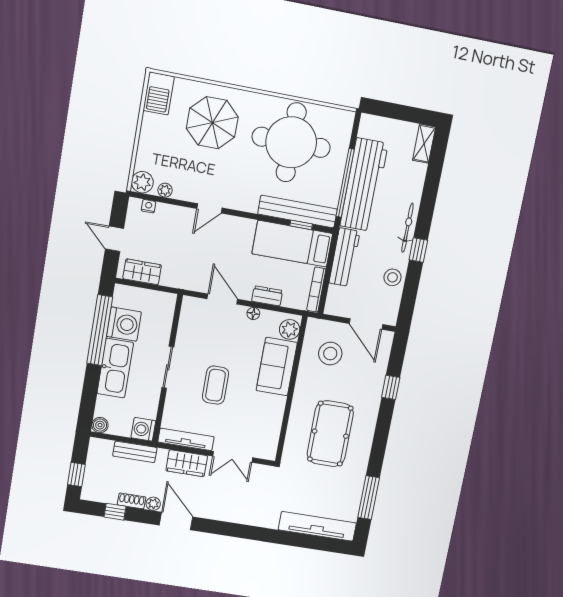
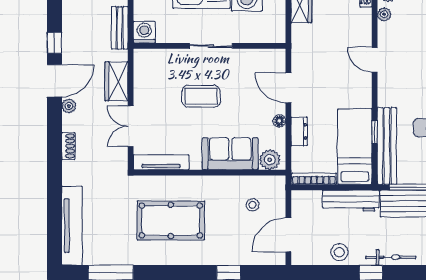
window: (301, 225) -> (375, 132), moved
door: (222, 299) -> (288, 88), swing flipped
stool: (330, 354) -> (253, 205), width x0.53, depth x0.53
tv unit: (186, 439) -> (161, 162), moved, turned -90
shoe rack: (132, 501) -> (68, 146), moved
plant: (153, 504) -> (69, 106), moved
window: (115, 512) -> (54, 43), moved

